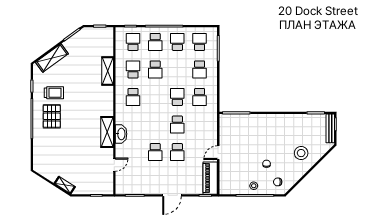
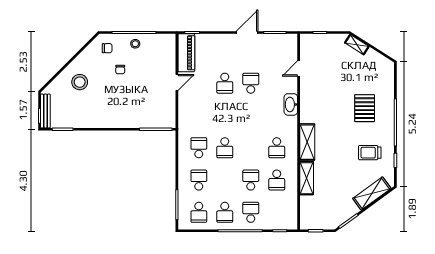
school desk: (133, 42) -> (277, 212), removed
school desk: (133, 97) -> (277, 148), turned 180
pallet: (52, 116) -> (365, 108), moved
school desk: (177, 125) -> (225, 115), removed
shelving: (107, 132) -> (307, 142), moved
school desk: (177, 152) -> (225, 83), turned 180
door: (172, 195) -> (247, 32), moved

